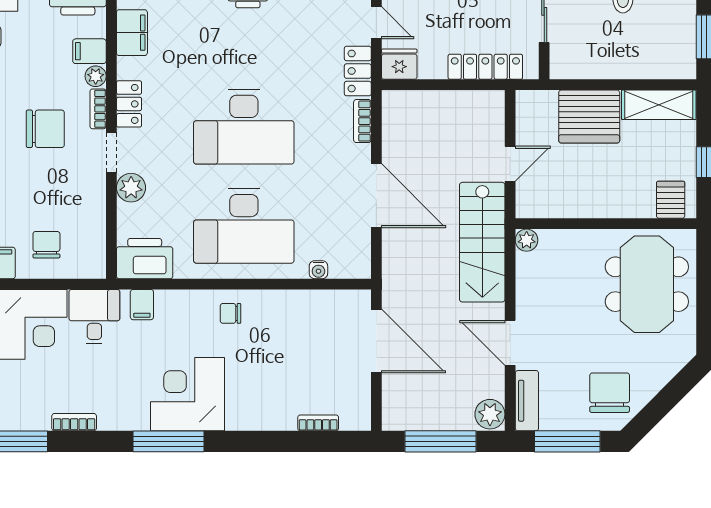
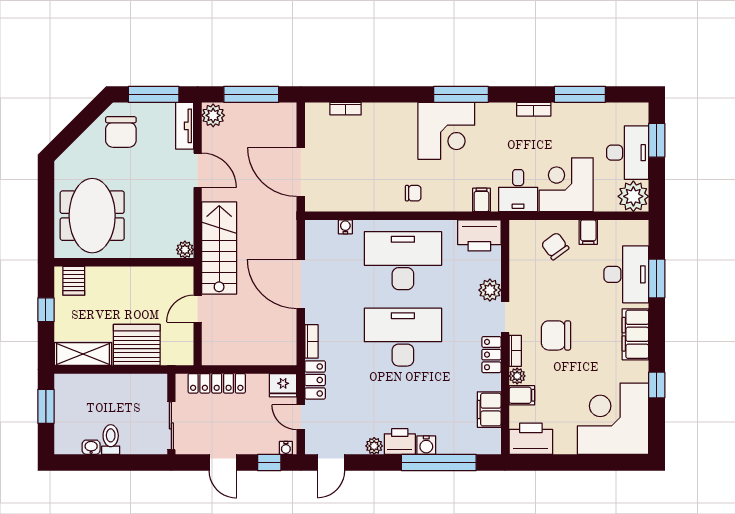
chair: (46, 245) -> (555, 246), turned 144

